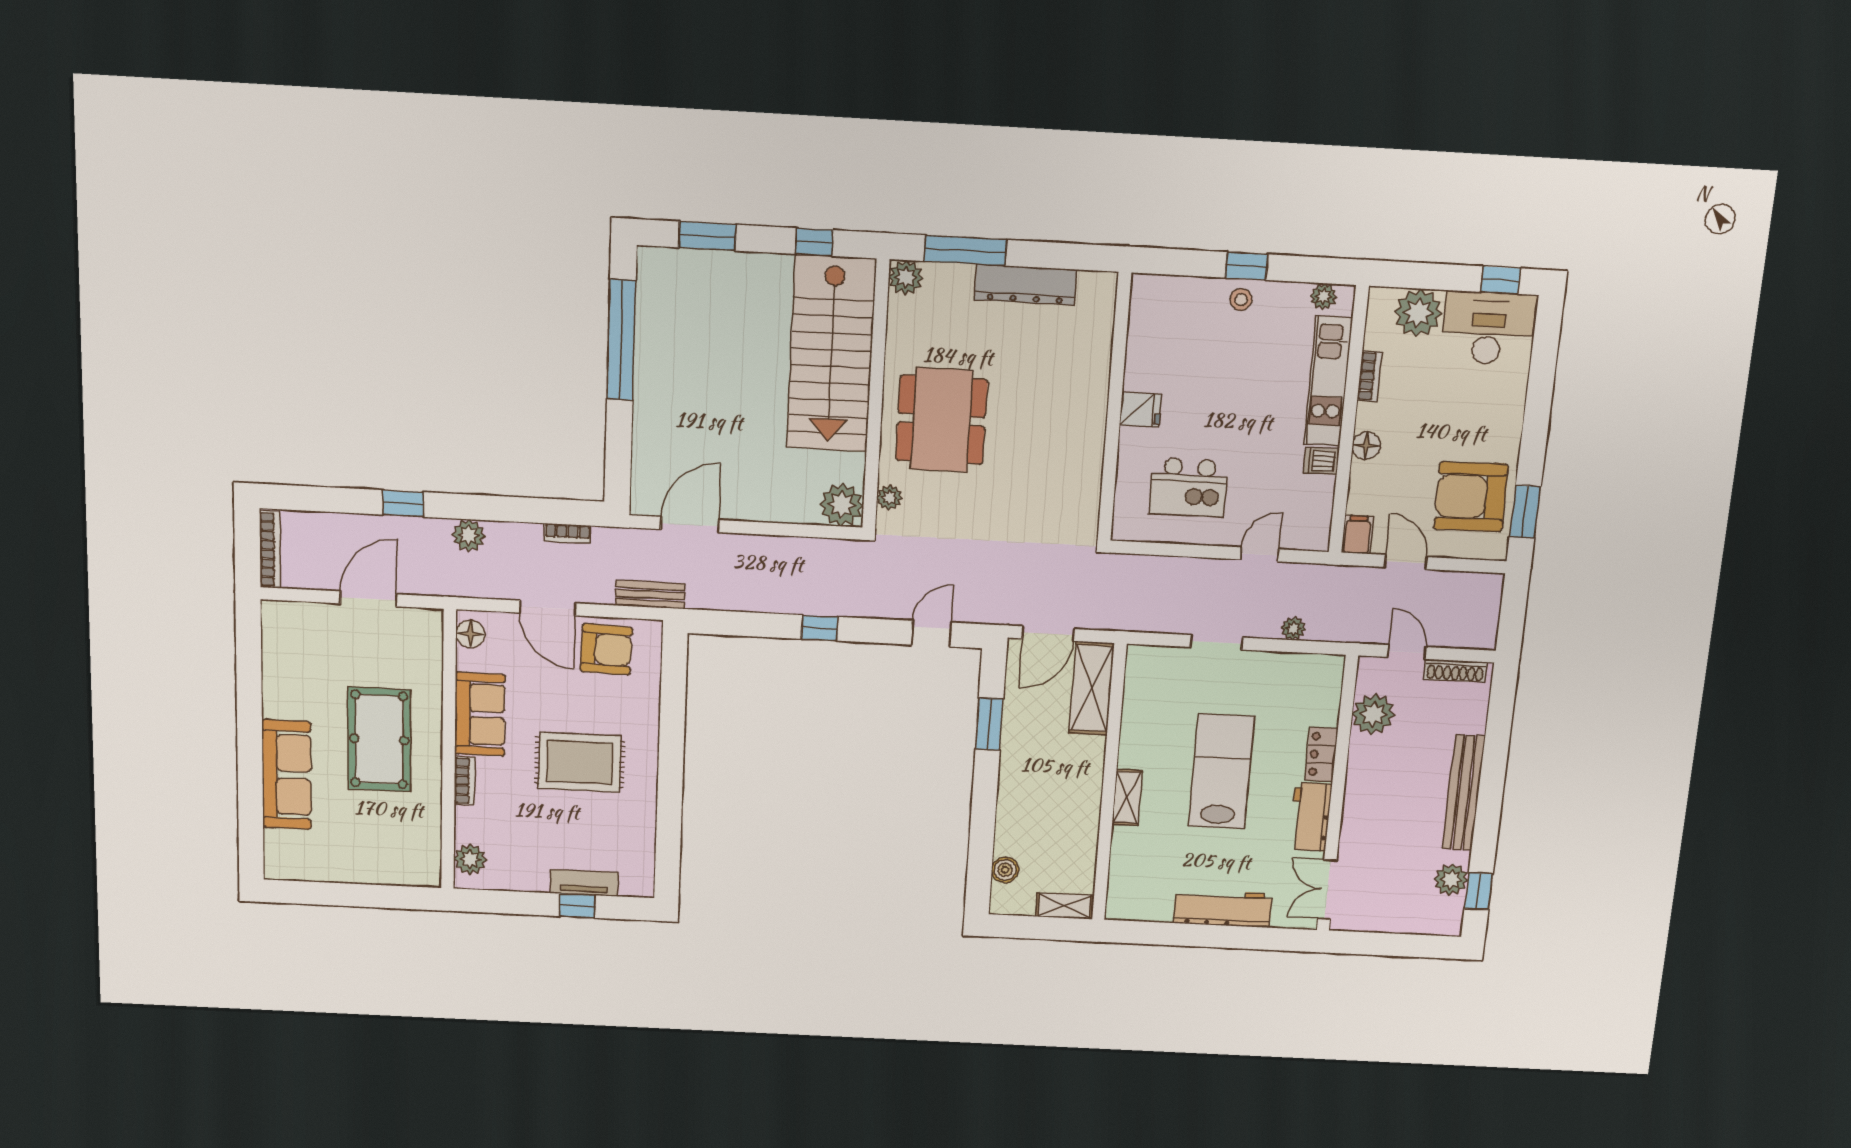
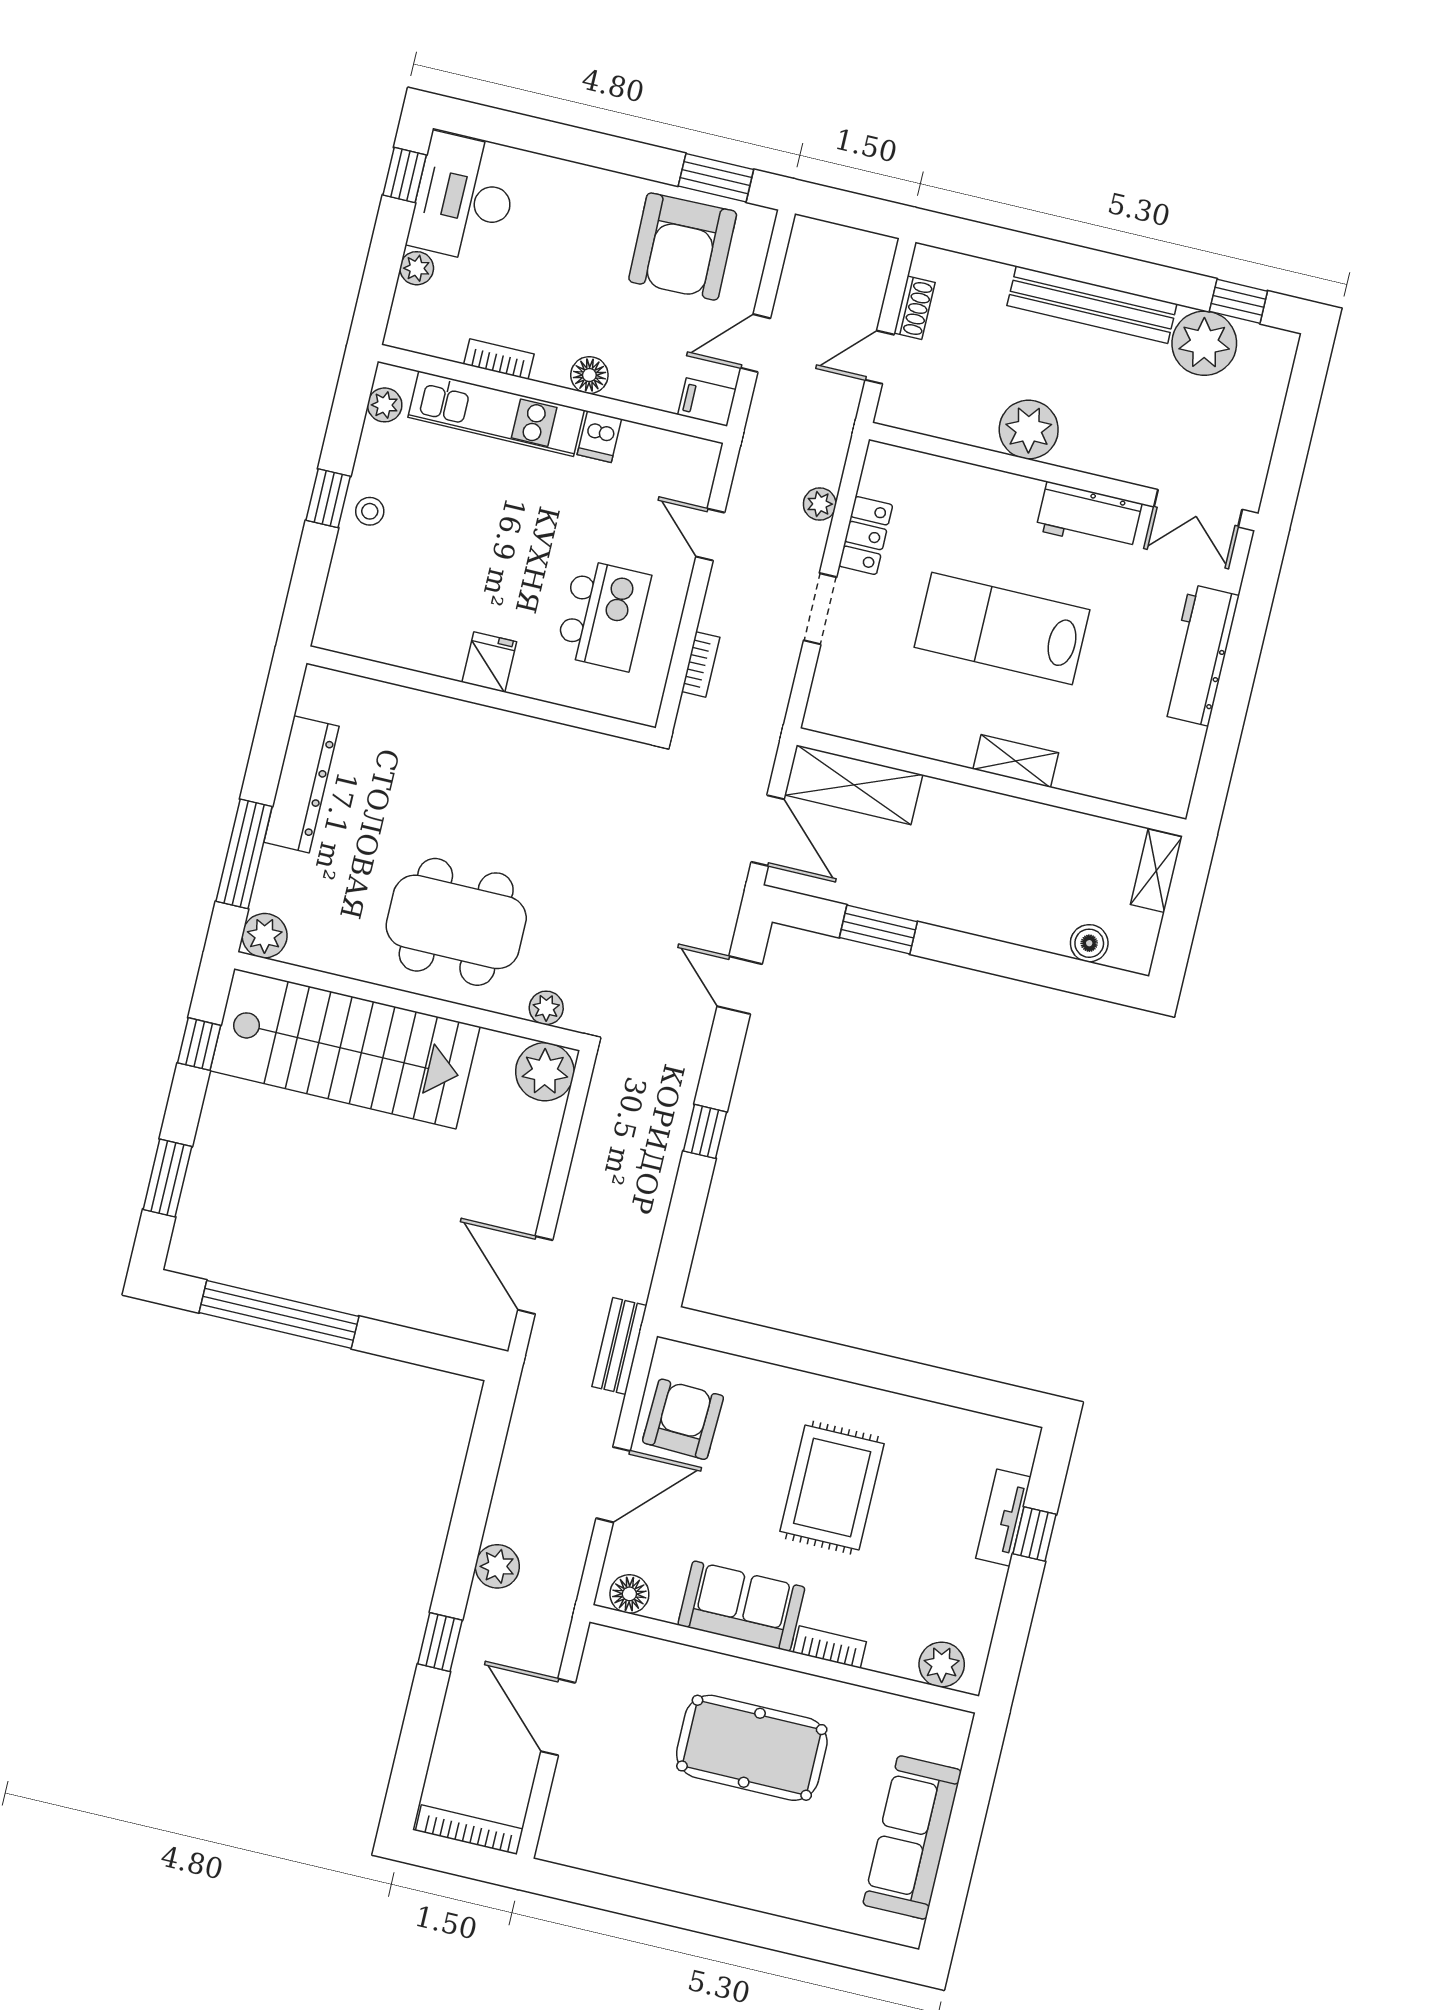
plant: (1418, 313) -> (417, 268), width x0.53, depth x0.53
bookcase: (567, 533) -> (701, 664), moved
shoe rack: (1455, 671) -> (914, 308), width x0.70
plant: (1373, 714) -> (1029, 429), moved
locker: (1321, 754) -> (866, 535), moved, turned -90
sofa: (287, 775) -> (912, 1837), moved, turned -90
plant: (1451, 880) -> (1204, 343), width x1.36, depth x1.36

